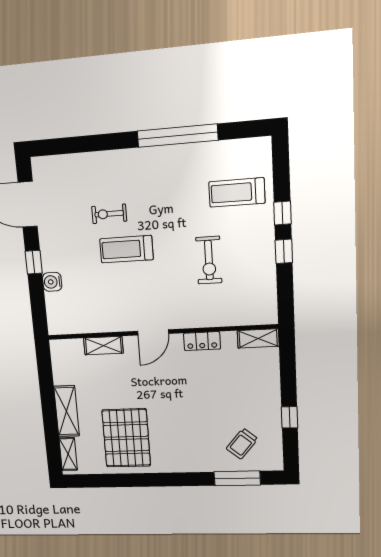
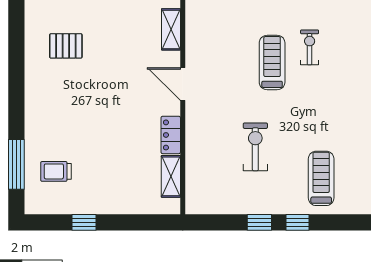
exercise bike: (209, 260) -> (255, 147), turned 90
shelving: (258, 338) -> (171, 176), moved
pallet: (126, 438) -> (66, 46), width x0.49, depth x0.50
trolley: (242, 444) -> (56, 171), turned -40

